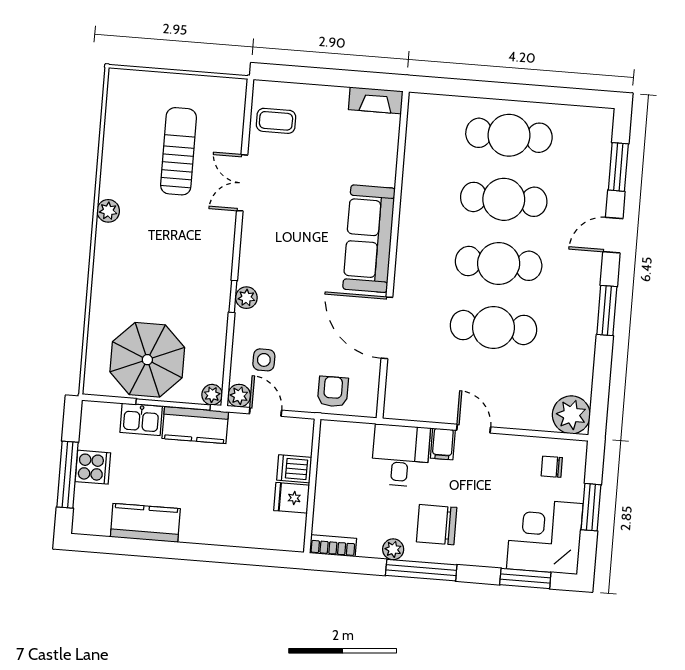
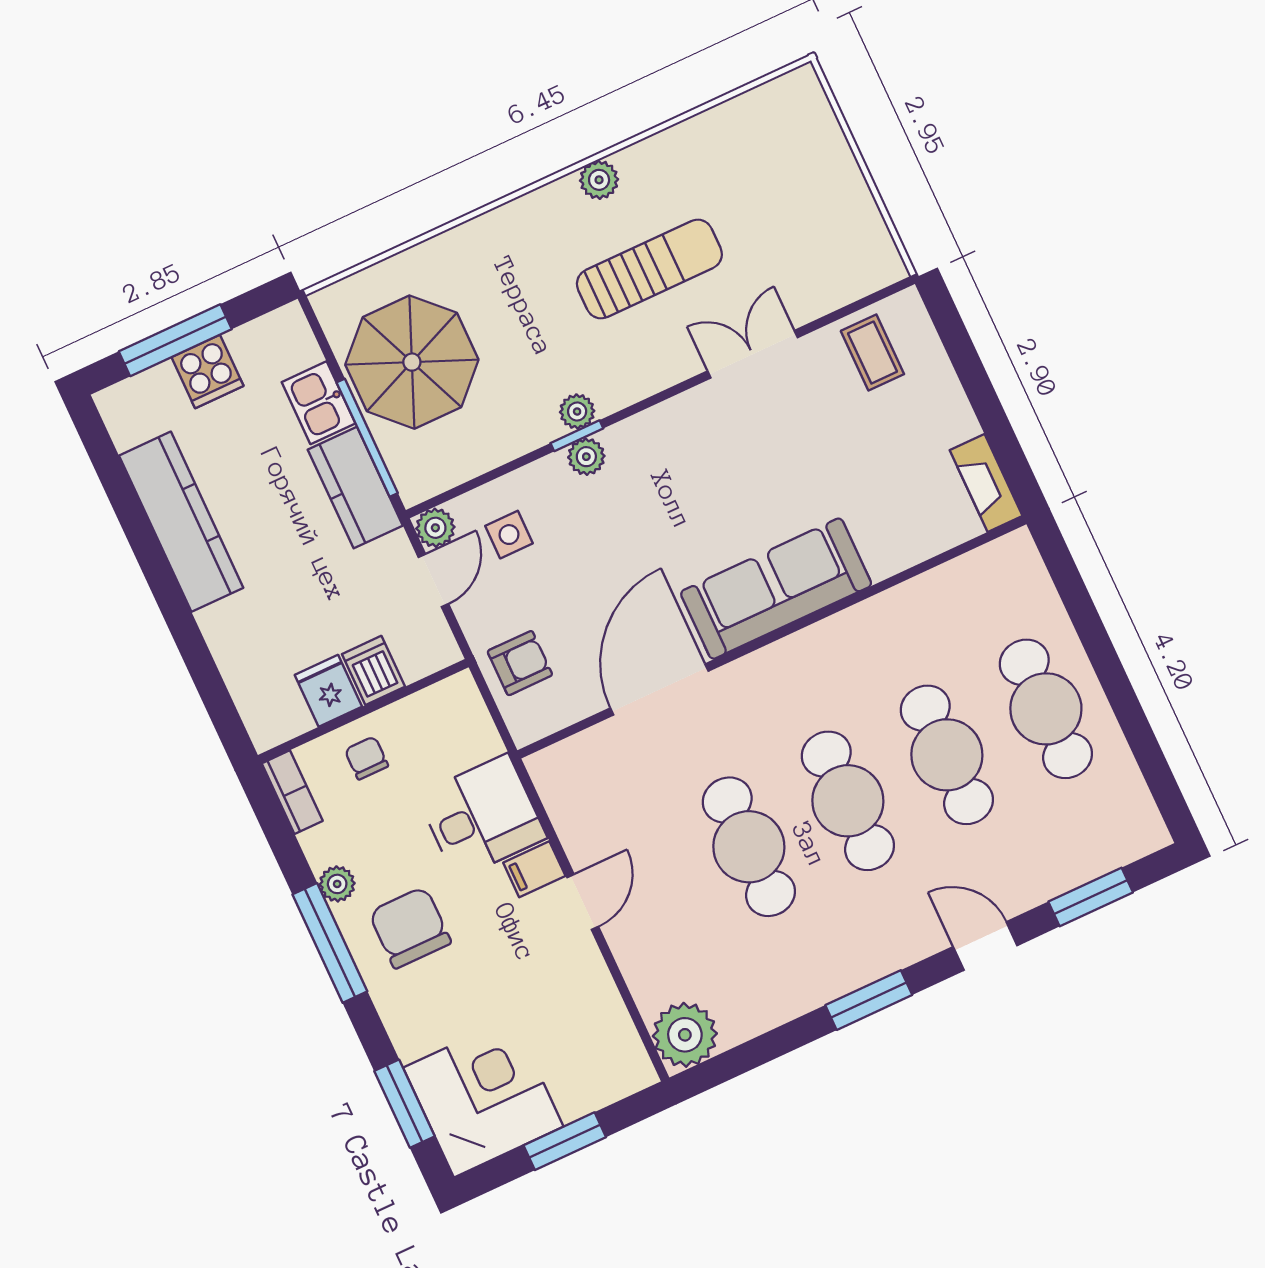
sun lounger: (178, 151) -> (649, 269), moved
plant: (212, 395) -> (577, 412), moved
chair: (552, 467) -> (366, 758), moved
kitchen counter: (145, 523) -> (181, 522), width x1.50

